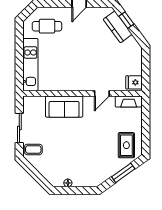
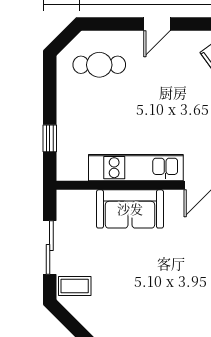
kitchen unit: (30, 65) -> (136, 168), moved, turned -90
window: (19, 67) -> (50, 138), added

